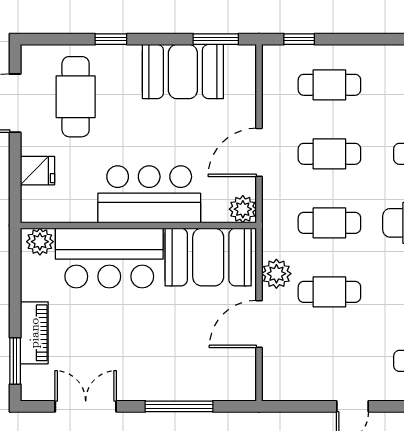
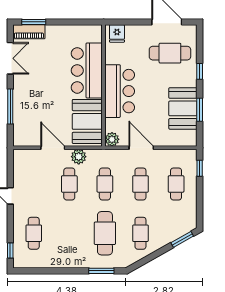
window: (216, 39) -> (200, 110), moved
fridge: (37, 171) -> (117, 33), moved
plant: (40, 242) -> (95, 35), removed
piano: (34, 333) -> (29, 32), moved

